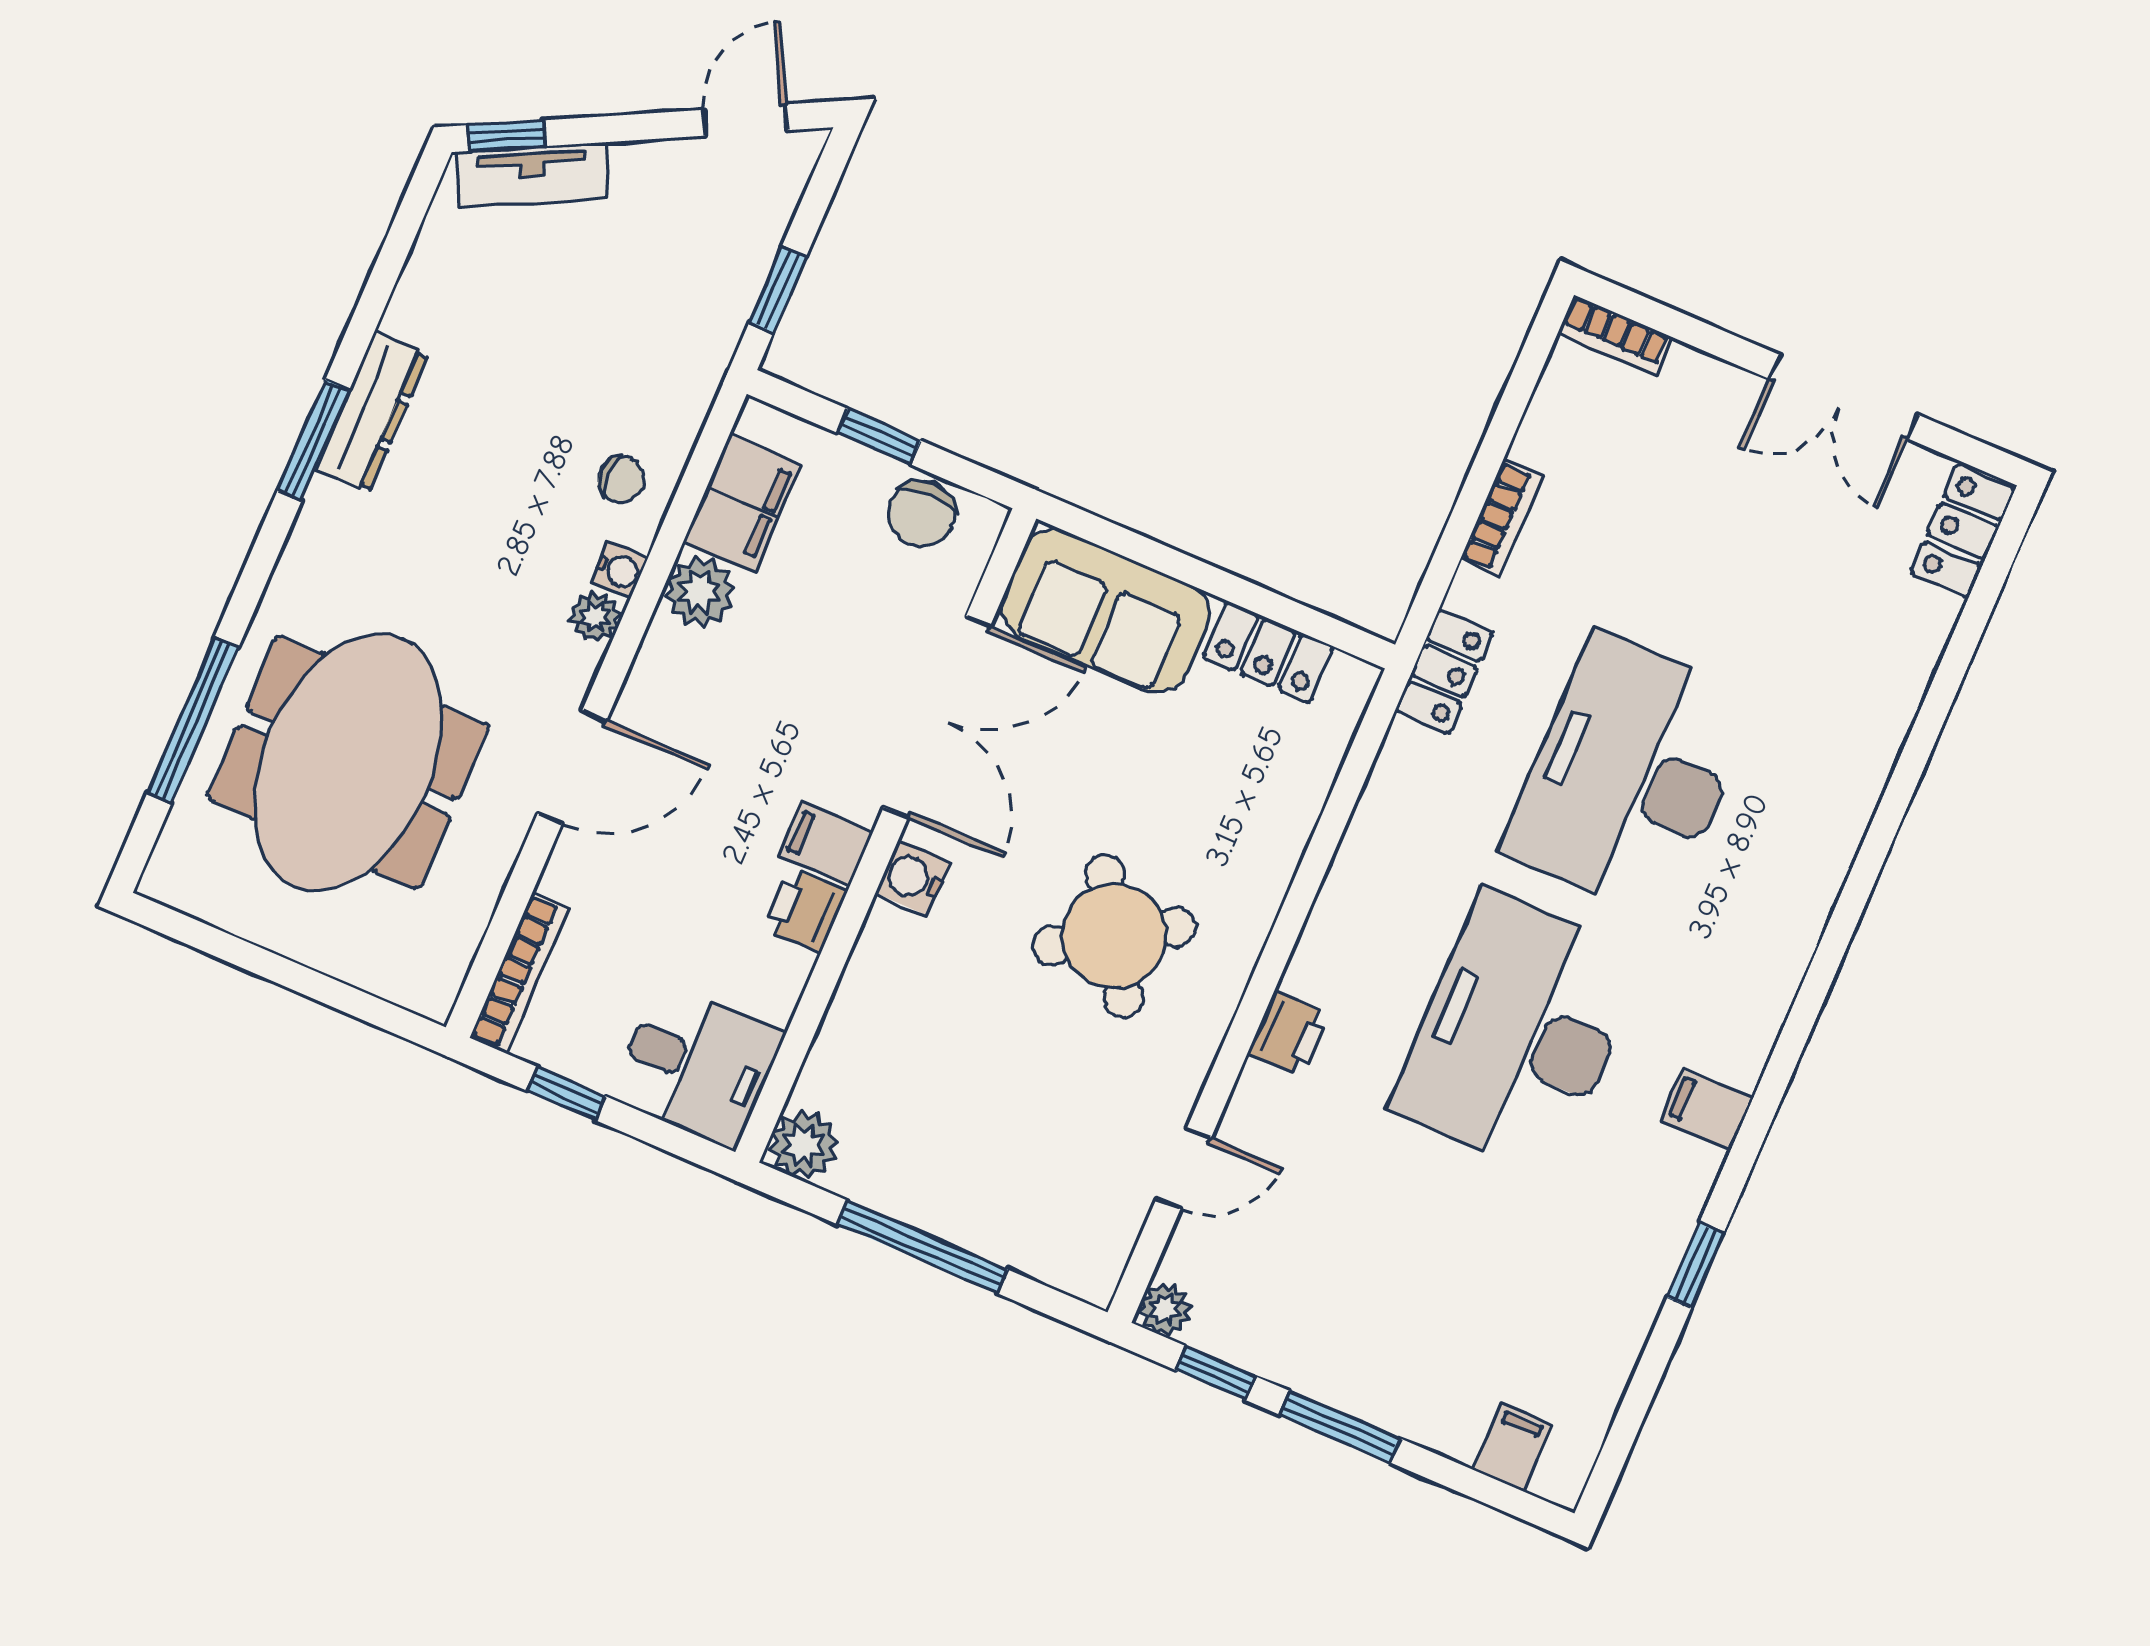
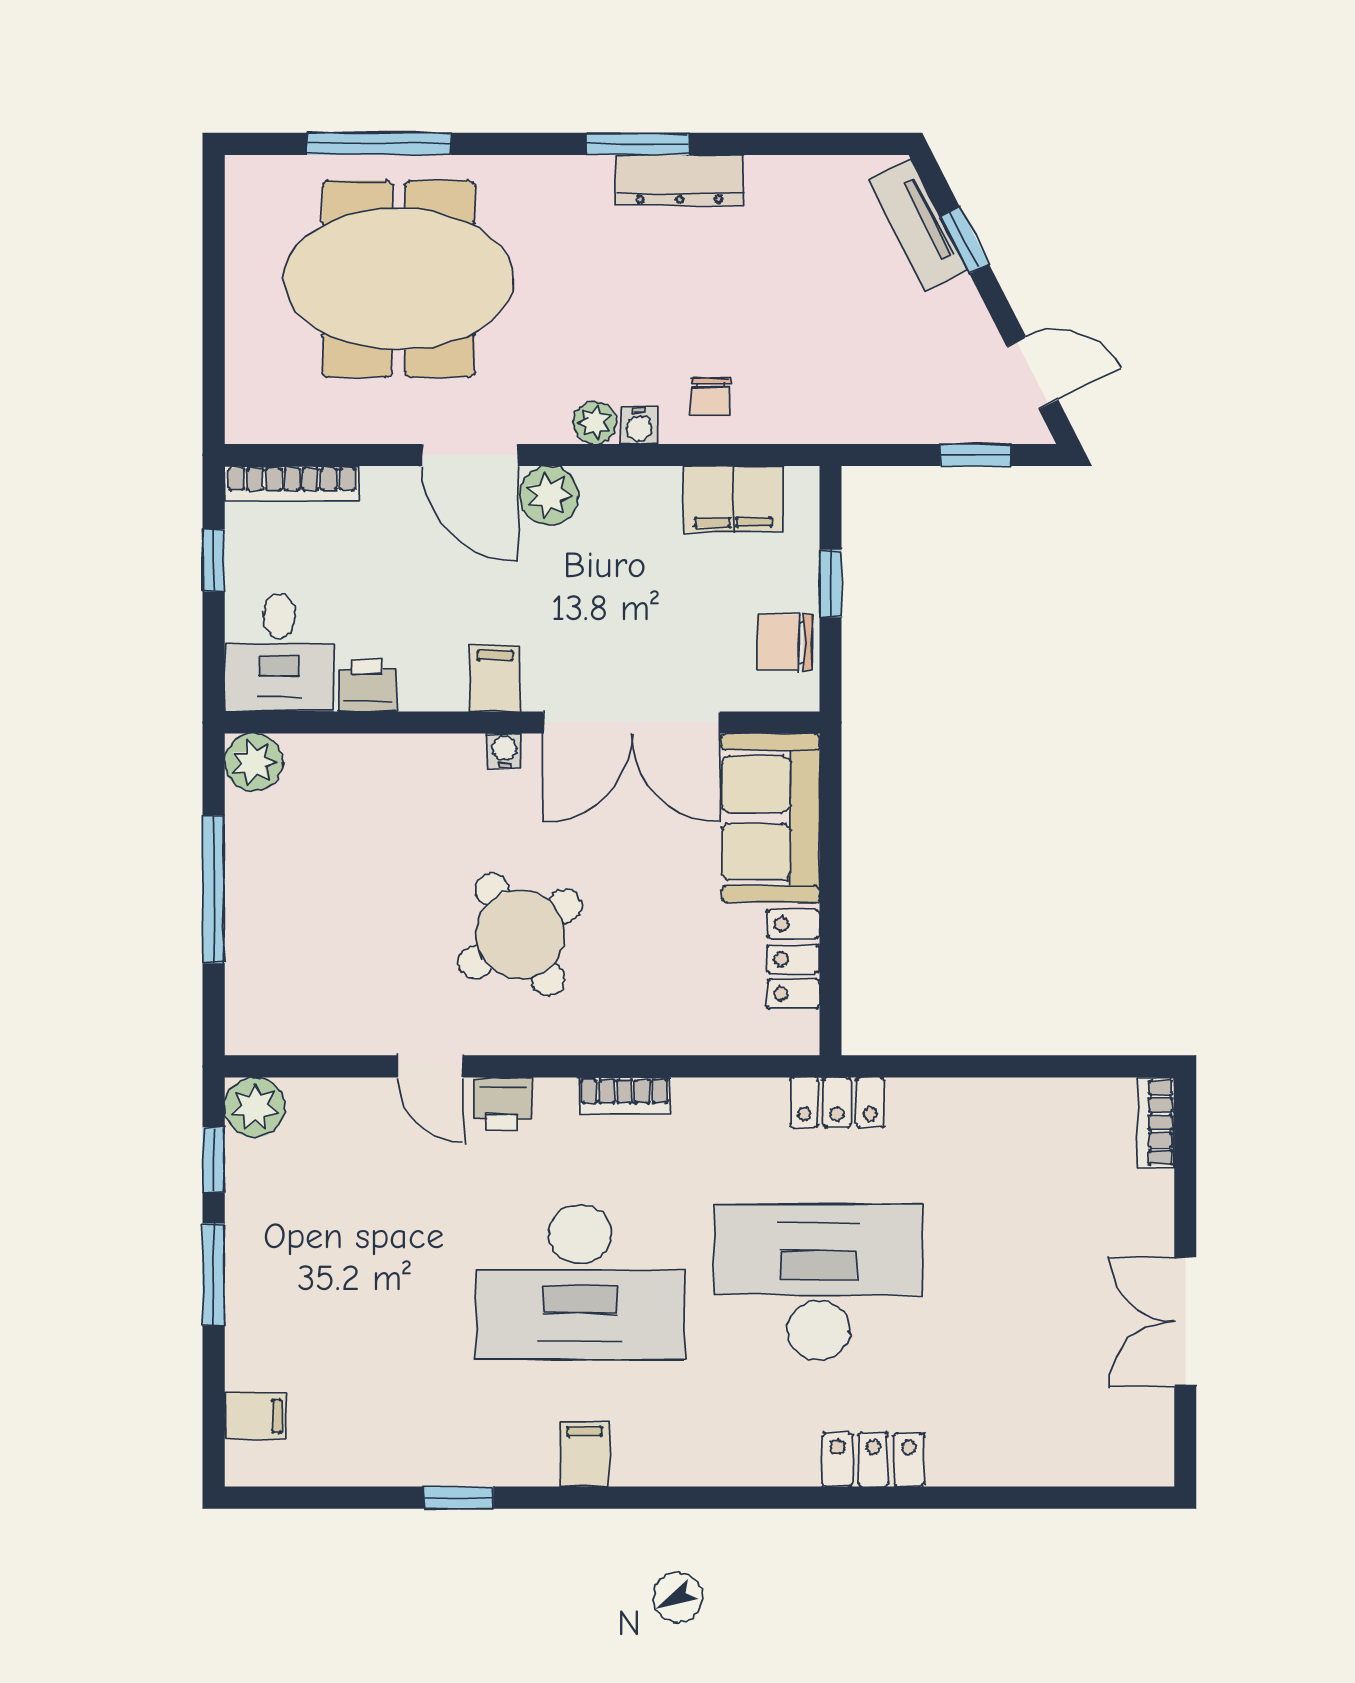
window: (507, 136) -> (964, 240), moved
window: (778, 290) -> (975, 455), moved
bookcase: (1502, 518) -> (625, 1096), moved
locker: (1963, 531) -> (873, 1460), moved
plant: (700, 592) -> (549, 496), moved
water cooler: (912, 878) -> (504, 751), width x0.72, depth x0.72
printer: (806, 910) -> (367, 685), moved
desk: (1519, 1033) -> (580, 1282), turned 180
door: (1184, 1169) -> (430, 1066), moved
plant: (1165, 1309) -> (255, 1107), width x1.38, depth x1.38

